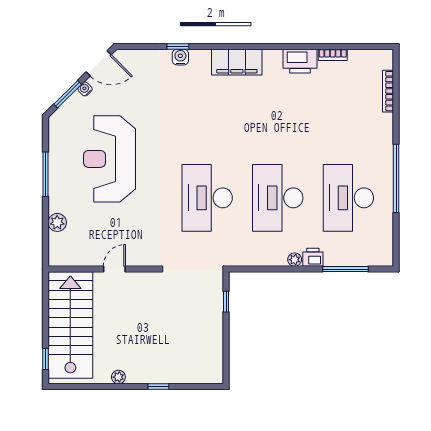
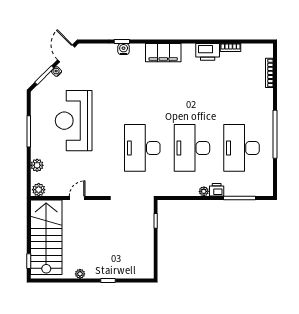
door: (99, 63) -> (66, 53), swing flipped
plant: (60, 257) -> (39, 190), added

